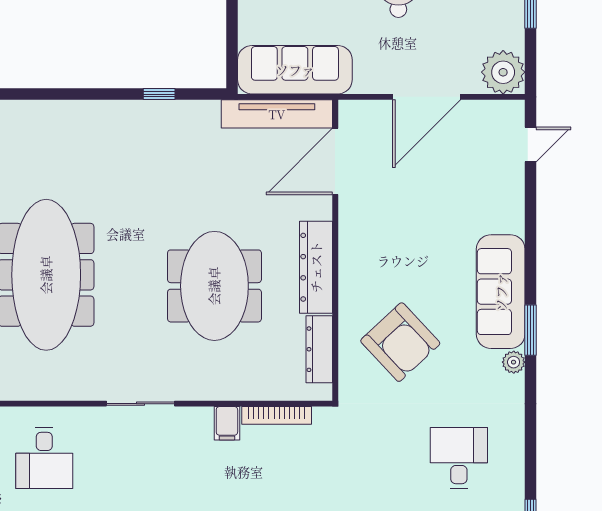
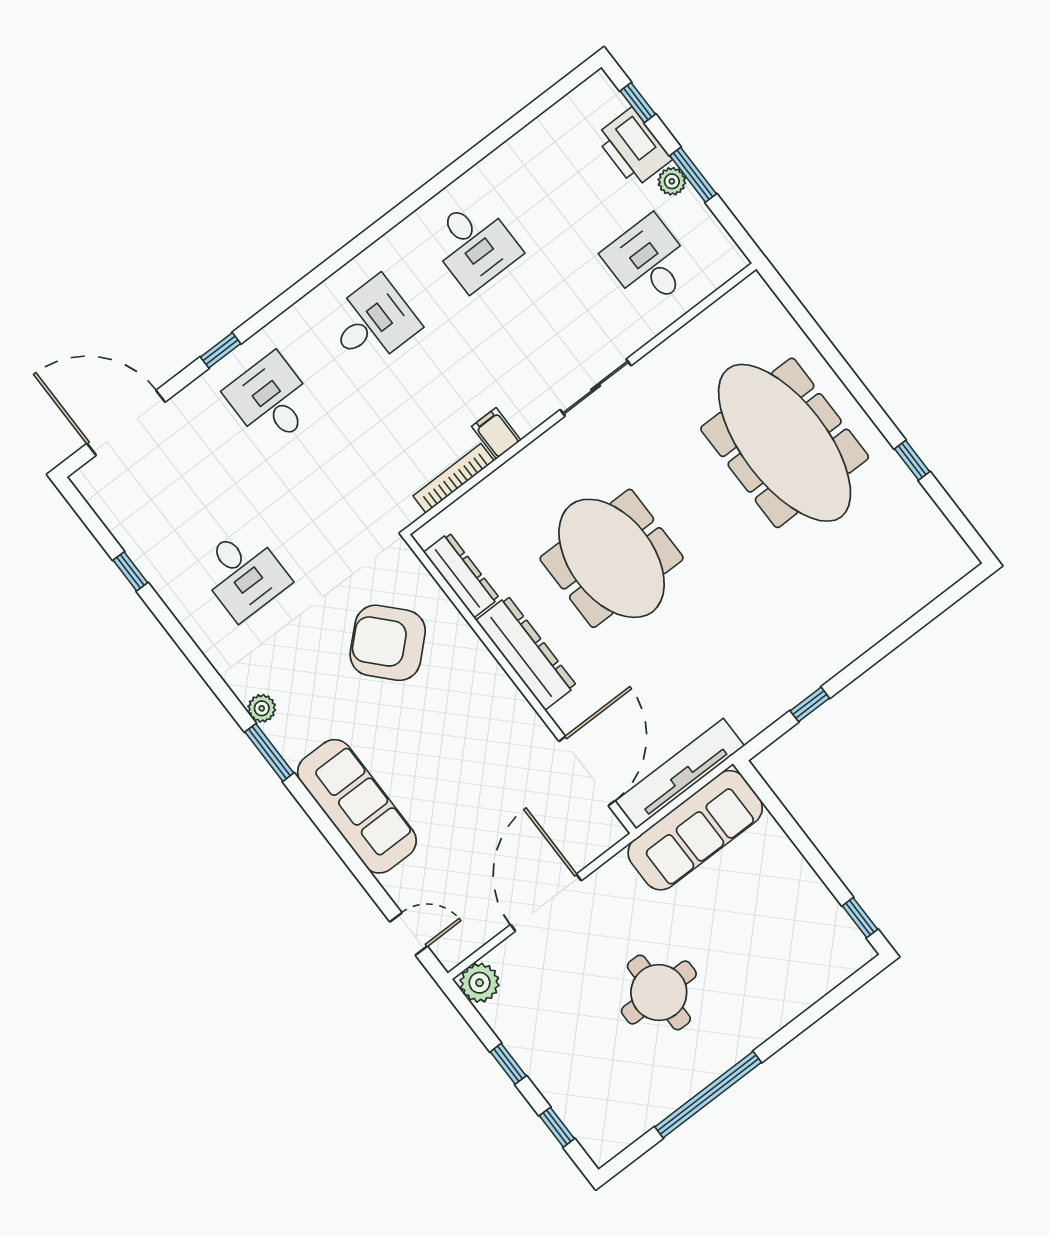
plant: (503, 72) -> (480, 983), width x0.73, depth x0.73
door: (530, 144) -> (409, 934), swing flipped
sofa: (501, 292) -> (357, 806), moved

